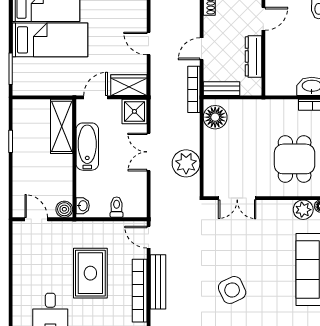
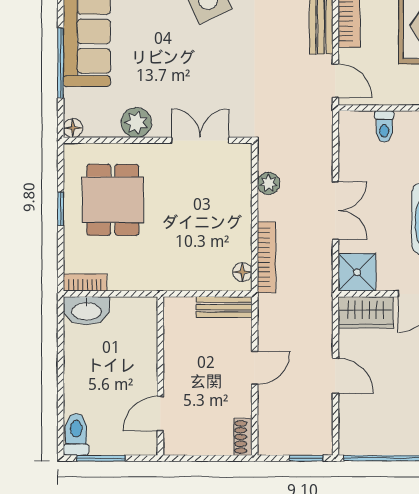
dresser: (253, 56) -> (175, 356), removed
bookcase: (194, 89) -> (266, 257), moved
floor lamp: (215, 117) -> (242, 272), width x0.53, depth x0.53
plant: (186, 163) -> (268, 183), width x0.53, depth x0.53
plant: (303, 210) -> (136, 123), moved

